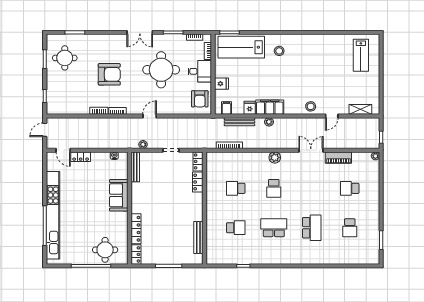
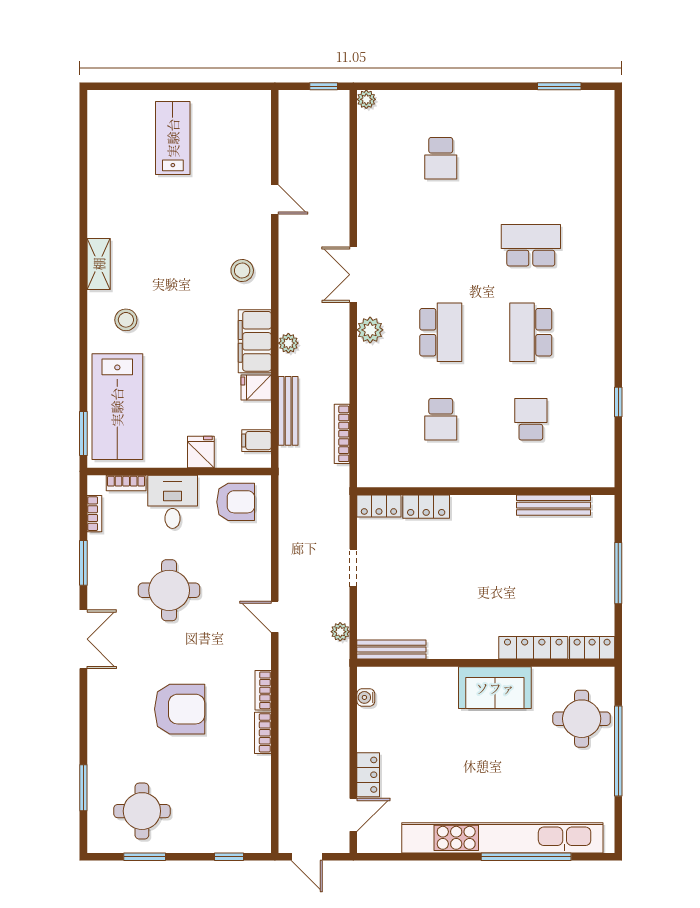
lab bench: (361, 55) -> (173, 138), moved, turned -90
round table: (161, 70) -> (169, 590), width x0.73, depth x0.73
armchair: (109, 74) -> (180, 709), turned 90
stool: (311, 106) -> (242, 271), moved
shelving: (360, 109) -> (99, 264), moved
double door: (311, 150) -> (353, 275), moved
piano: (338, 158) -> (370, 184), removed
school desk: (274, 188) -> (441, 332), width x1.85
sofa: (119, 195) -> (495, 688), moved
school desk: (350, 228) -> (531, 158), removed

